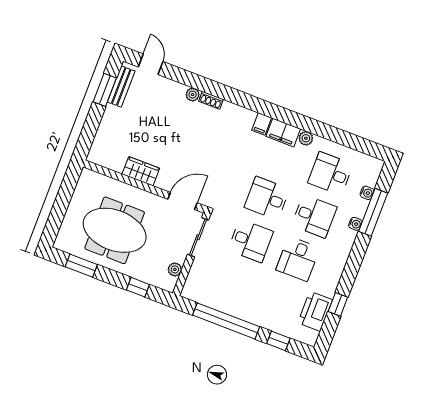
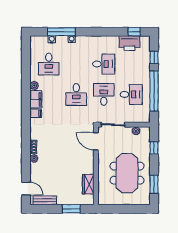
door: (151, 64) -> (26, 189), swing flipped
window: (105, 90) -> (71, 209), moved
wardrobe: (141, 171) -> (88, 184), moved
desk: (314, 216) -> (131, 94), moved, turned 90
window: (338, 304) -> (134, 32), moved

